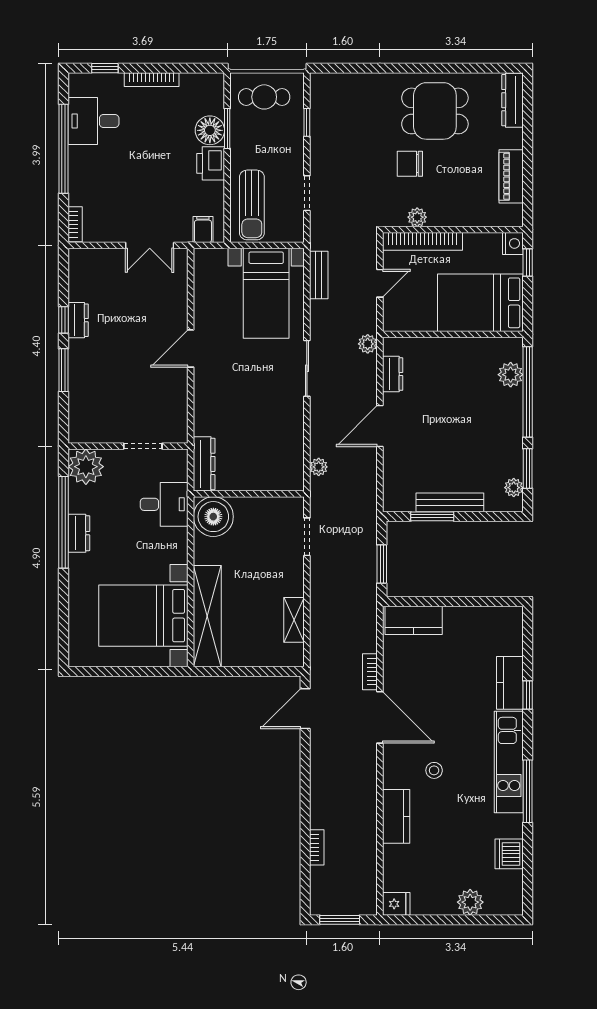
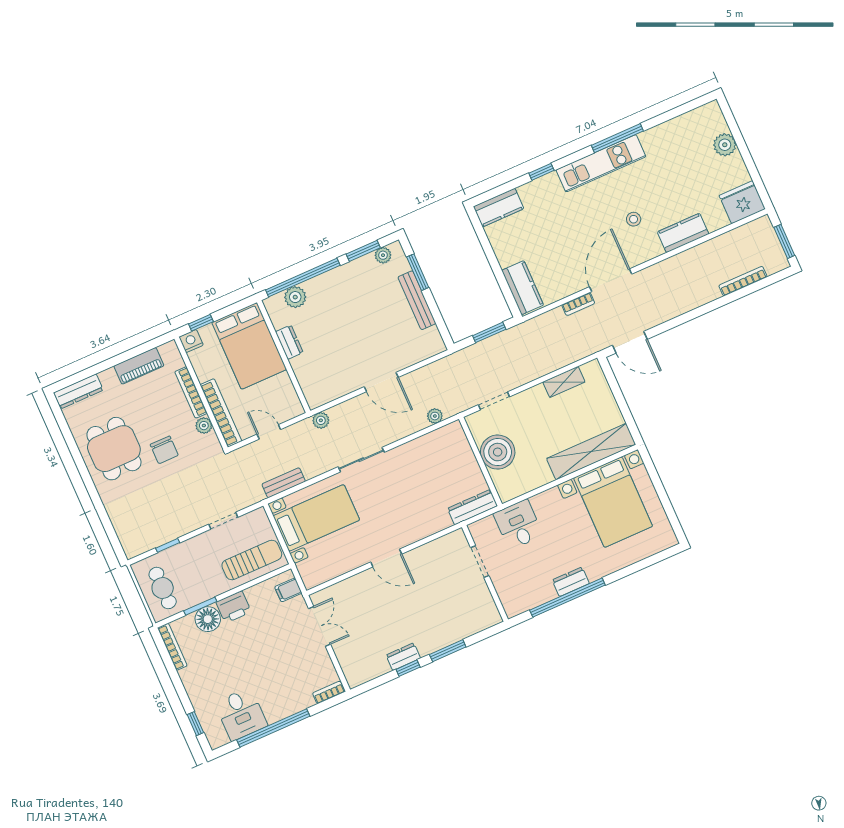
bookcase: (152, 80) -> (172, 647), moved
bookcase: (458, 219) -> (191, 392), added
dresser: (393, 374) -> (289, 342), moved, turned 90
plant: (86, 467) -> (516, 599), removed
window: (432, 516) -> (418, 272), moved
boiler: (213, 517) -> (498, 452), moved
kitchen counter: (510, 683) -> (499, 208), moved
bookcase: (317, 847) -> (743, 281), width x1.56
dishwasher: (509, 854) -> (673, 131), removed
fridge: (396, 904) -> (742, 202), width x1.88, depth x1.34

